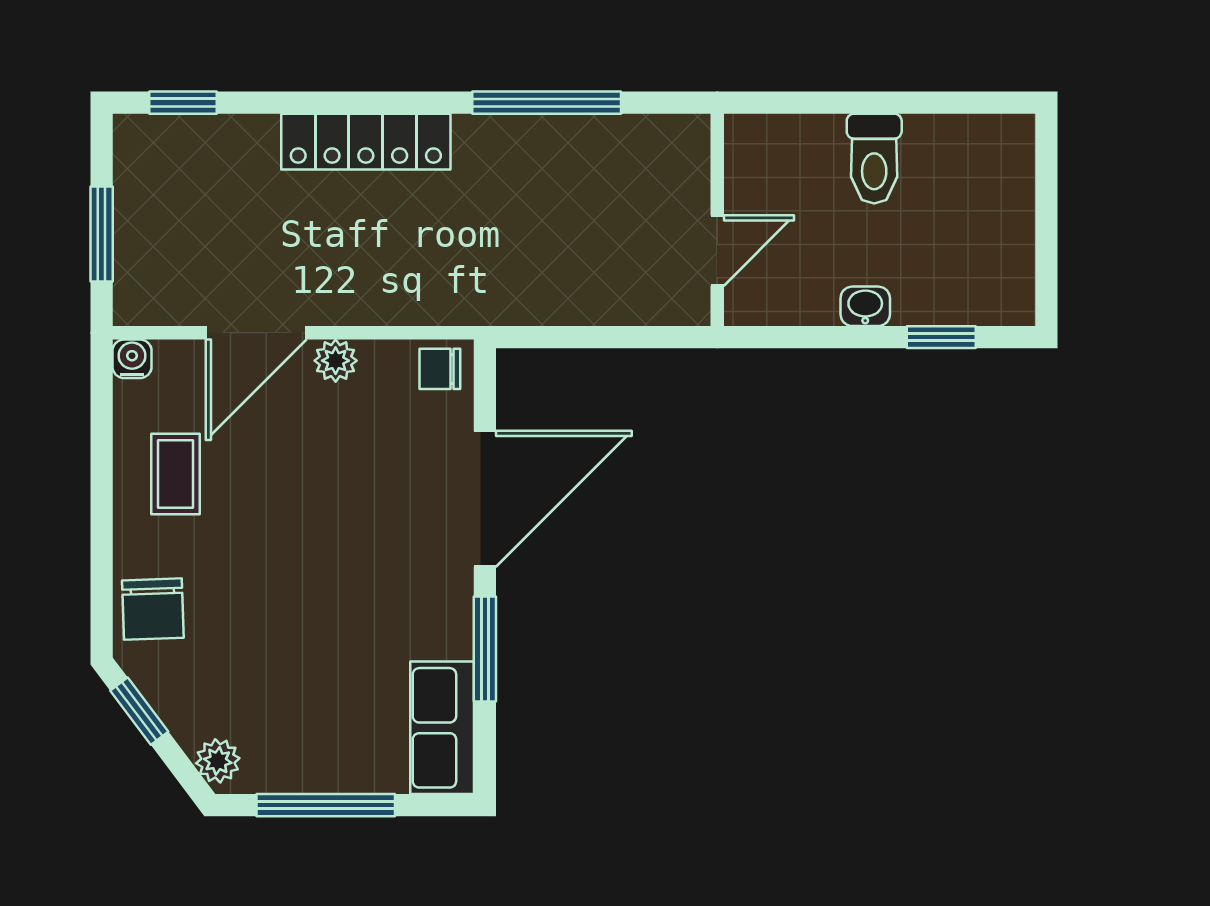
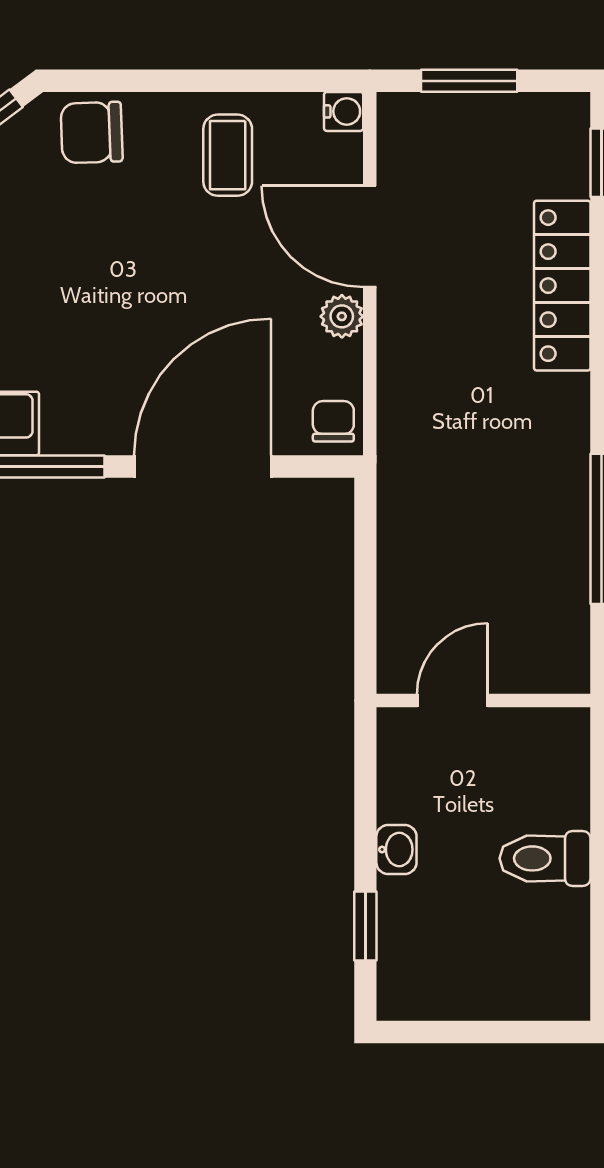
locker: (366, 142) -> (562, 286), moved
door: (717, 251) -> (452, 700), swing flipped
coffee table: (175, 474) -> (228, 155), turned 90
door: (485, 499) -> (203, 467), swing flipped

